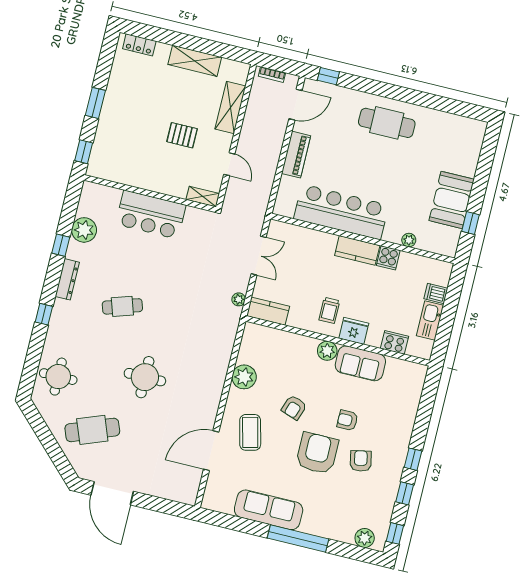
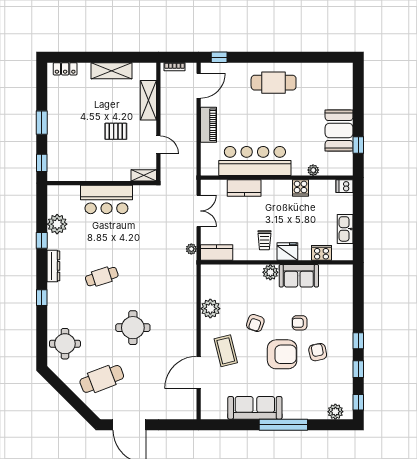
kitchen counter: (357, 250) -> (244, 188), moved
dishwasher: (436, 293) -> (344, 186), moved
armchair: (317, 453) -> (282, 354), turned 90

